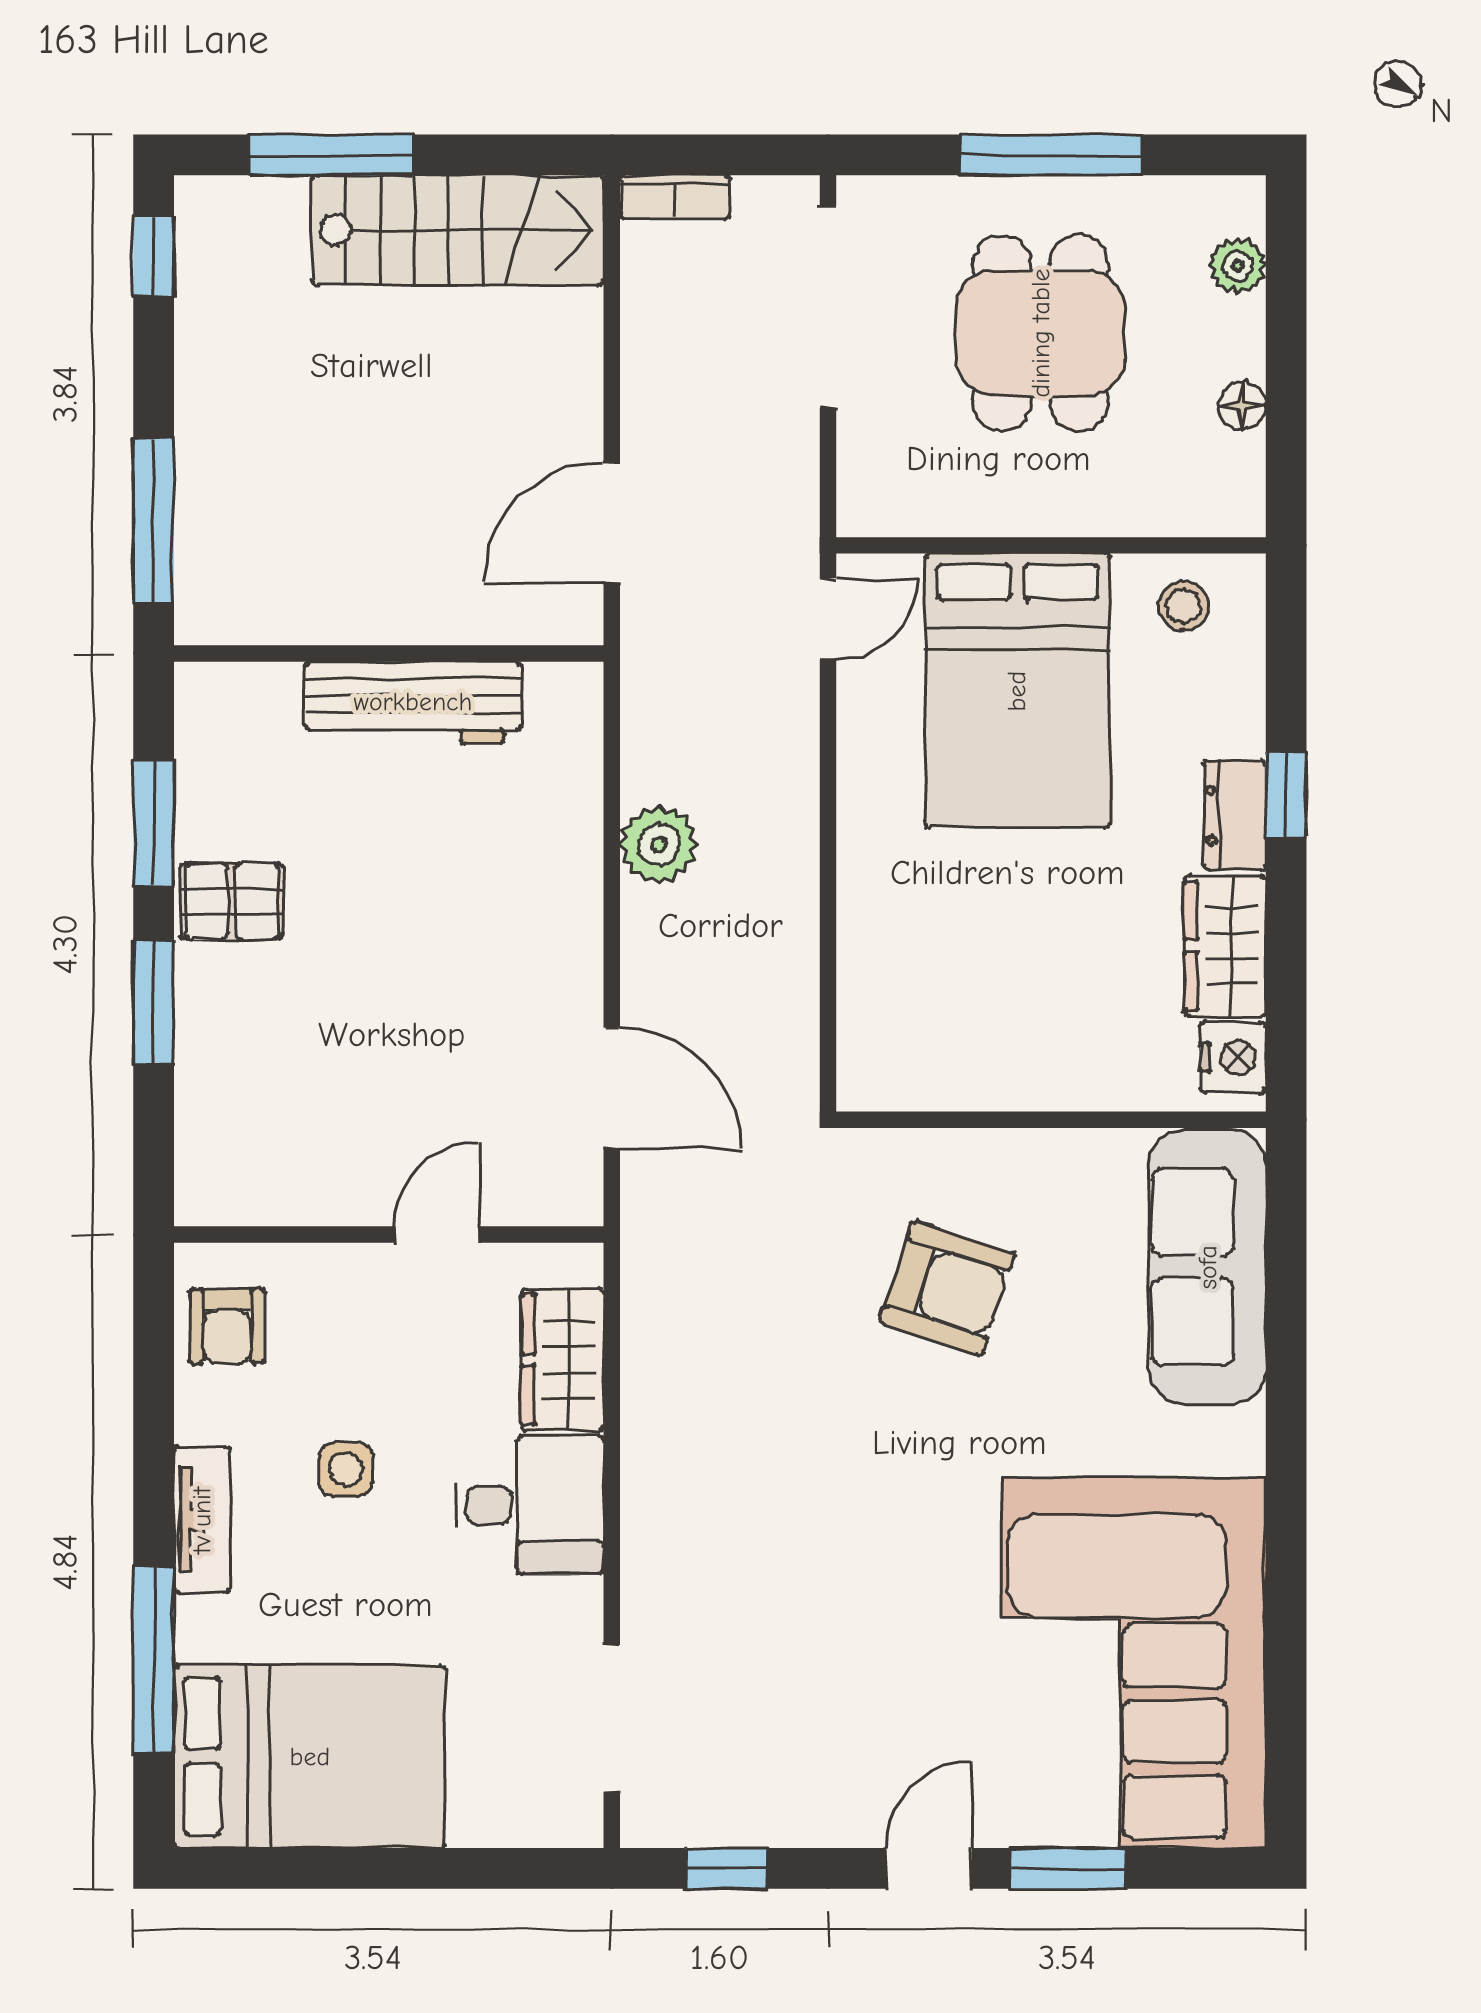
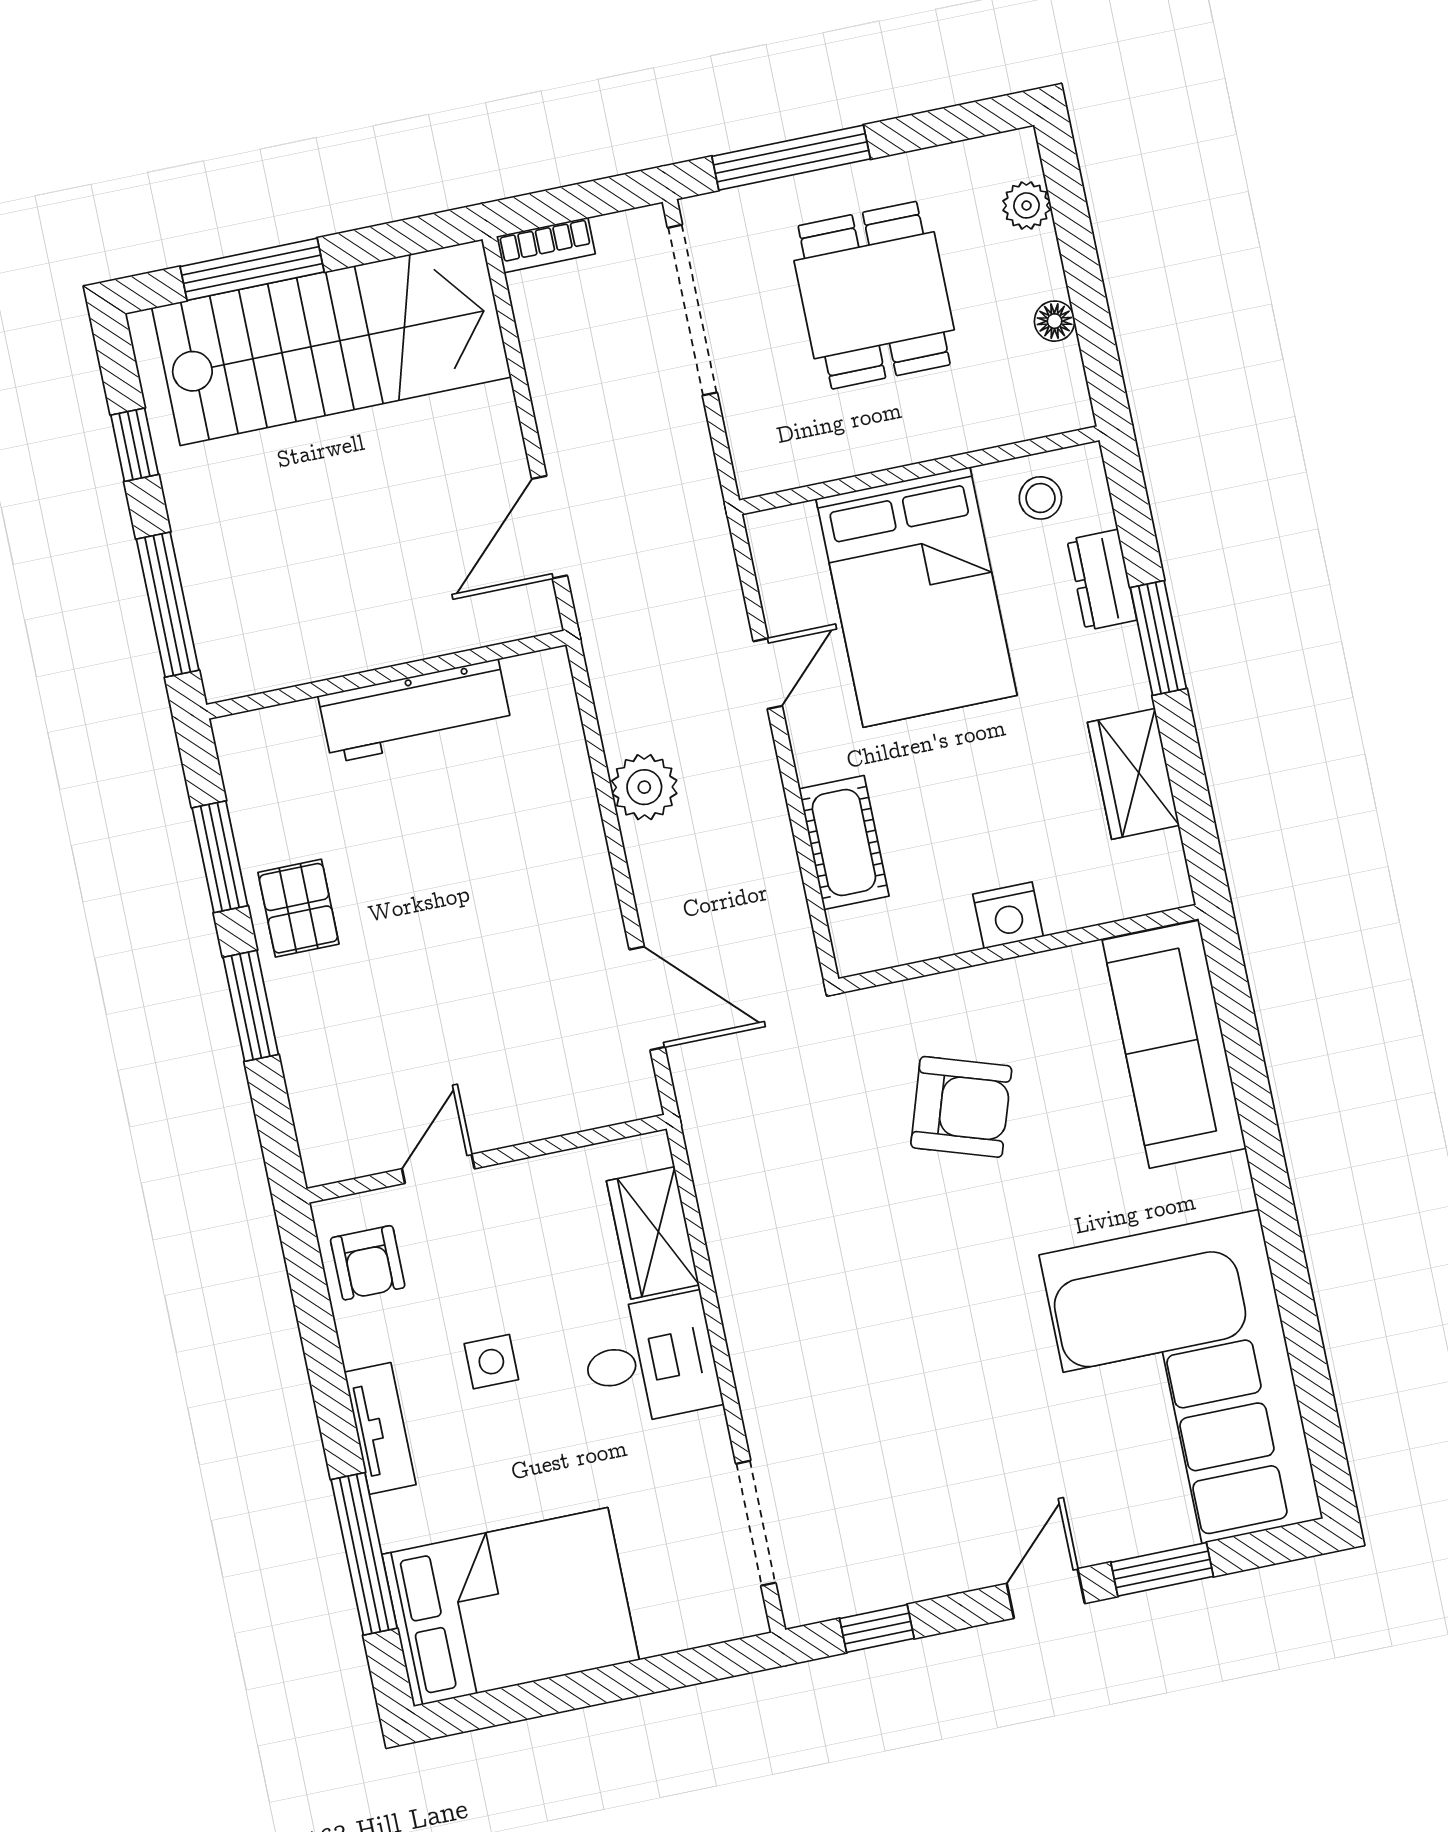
window: (1051, 155) -> (791, 158), moved
stairs: (458, 230) -> (332, 342), width x1.36, depth x1.51
window: (154, 257) -> (135, 445), moved
door: (828, 619) -> (768, 674), moved
window: (1286, 795) -> (1158, 638), width x1.50
dresser: (1235, 815) -> (1102, 580), moved
pallet: (232, 901) -> (298, 908), turned 90
cot: (875, 956) -> (844, 843), added
nightstand: (1233, 1057) -> (1008, 915), moved, turned 90
door: (436, 1235) -> (438, 1169), moved

